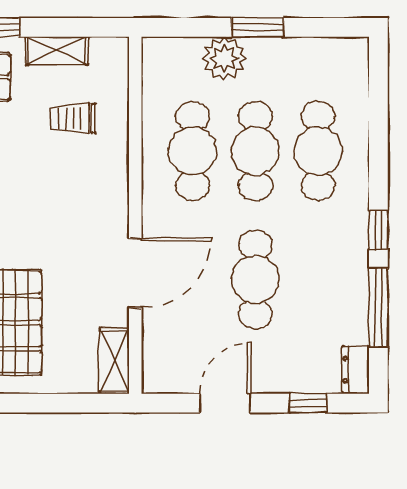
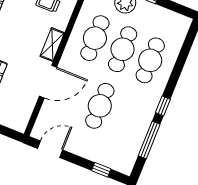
shelving: (114, 361) -> (52, 45), moved
dresser: (356, 370) -> (128, 163), removed
door: (225, 403) -> (50, 149), moved

